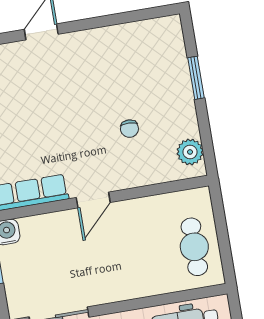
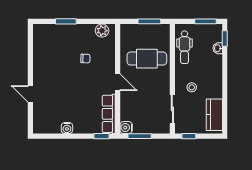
window: (224, 243) -> (149, 21), added
cafe table: (194, 247) -> (147, 59), moved, width x1.37, depth x1.35

